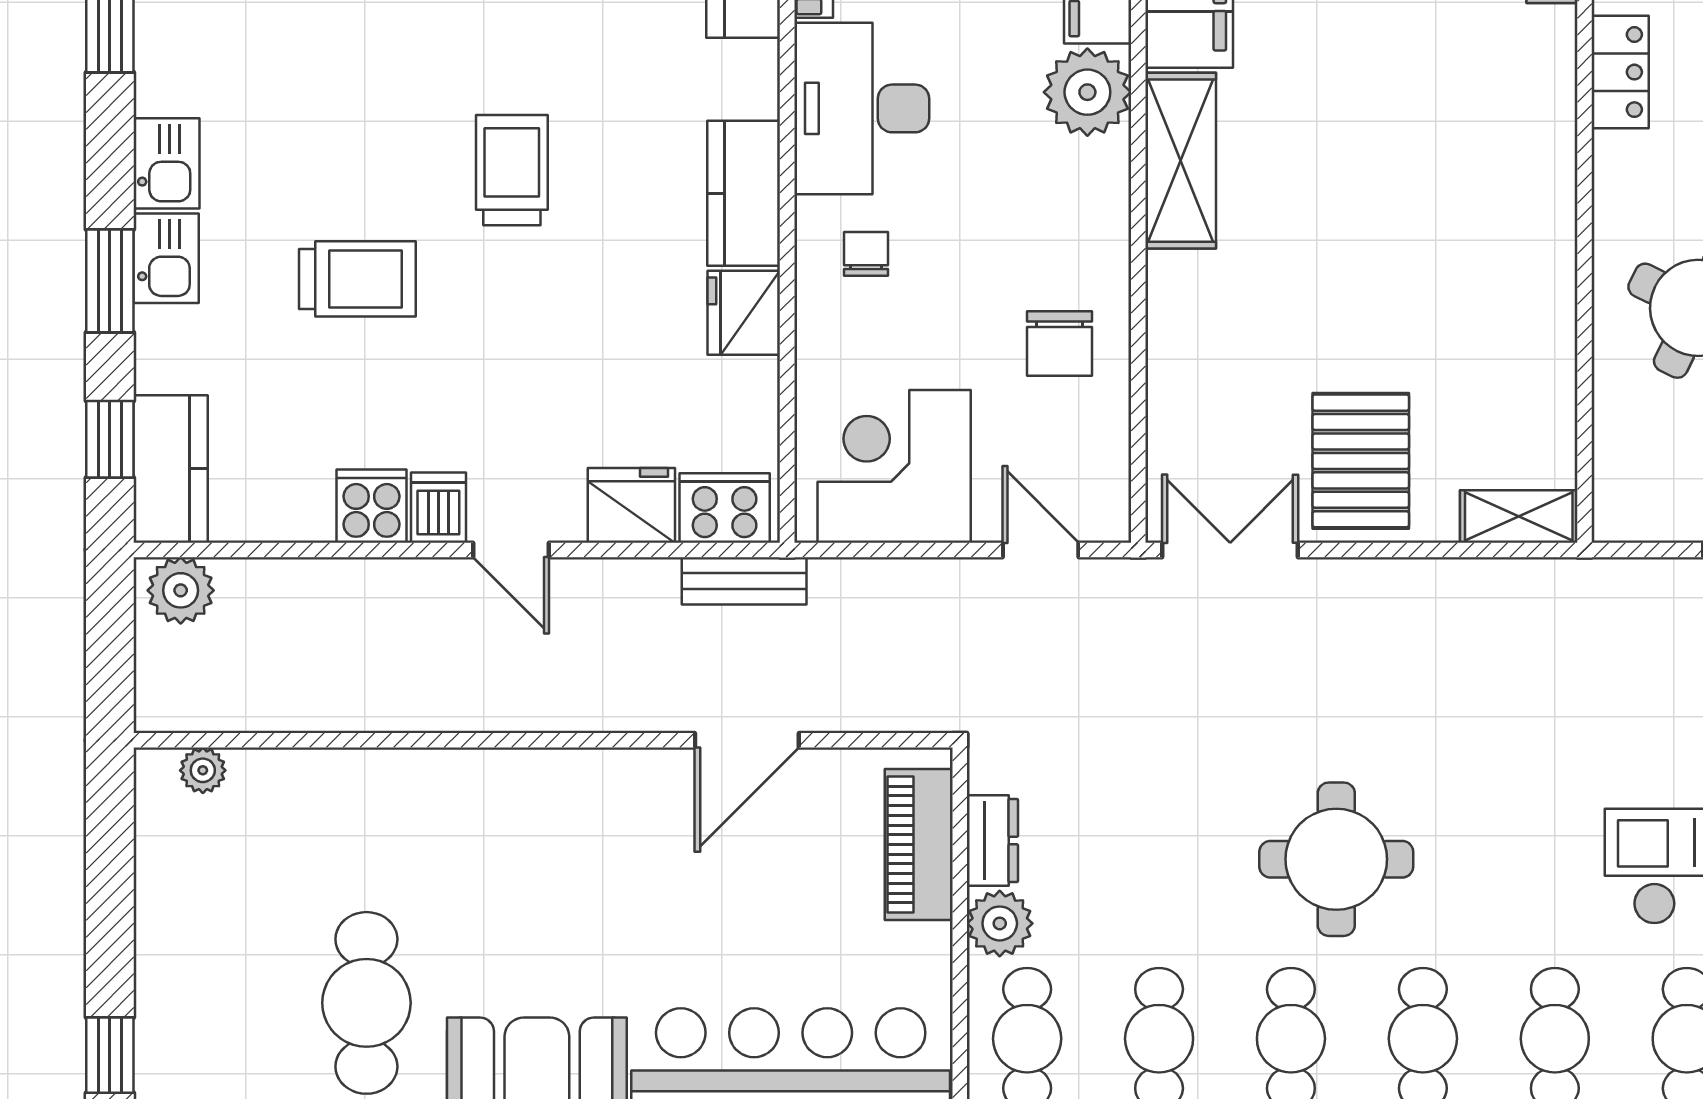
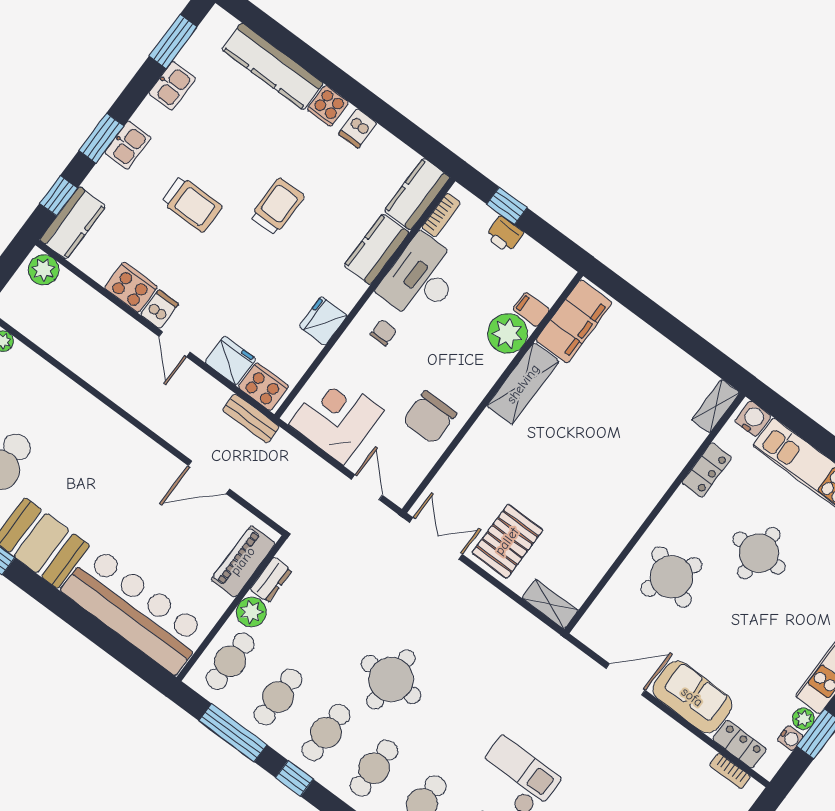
kitchen sink: (167, 163) -> (172, 86), moved
kitchen counter: (744, 193) -> (376, 249), moved
chair: (1059, 344) -> (430, 417), width x1.37, depth x1.37
cooker: (371, 506) -> (131, 287), width x1.36

